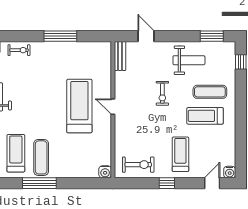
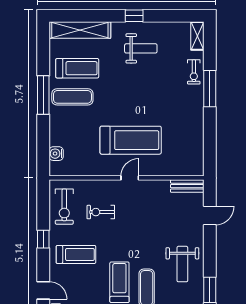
window: (60, 36) -> (210, 89), moved
exercise bike: (162, 93) -> (101, 212), moved
water cooler: (105, 172) -> (56, 154), moved

